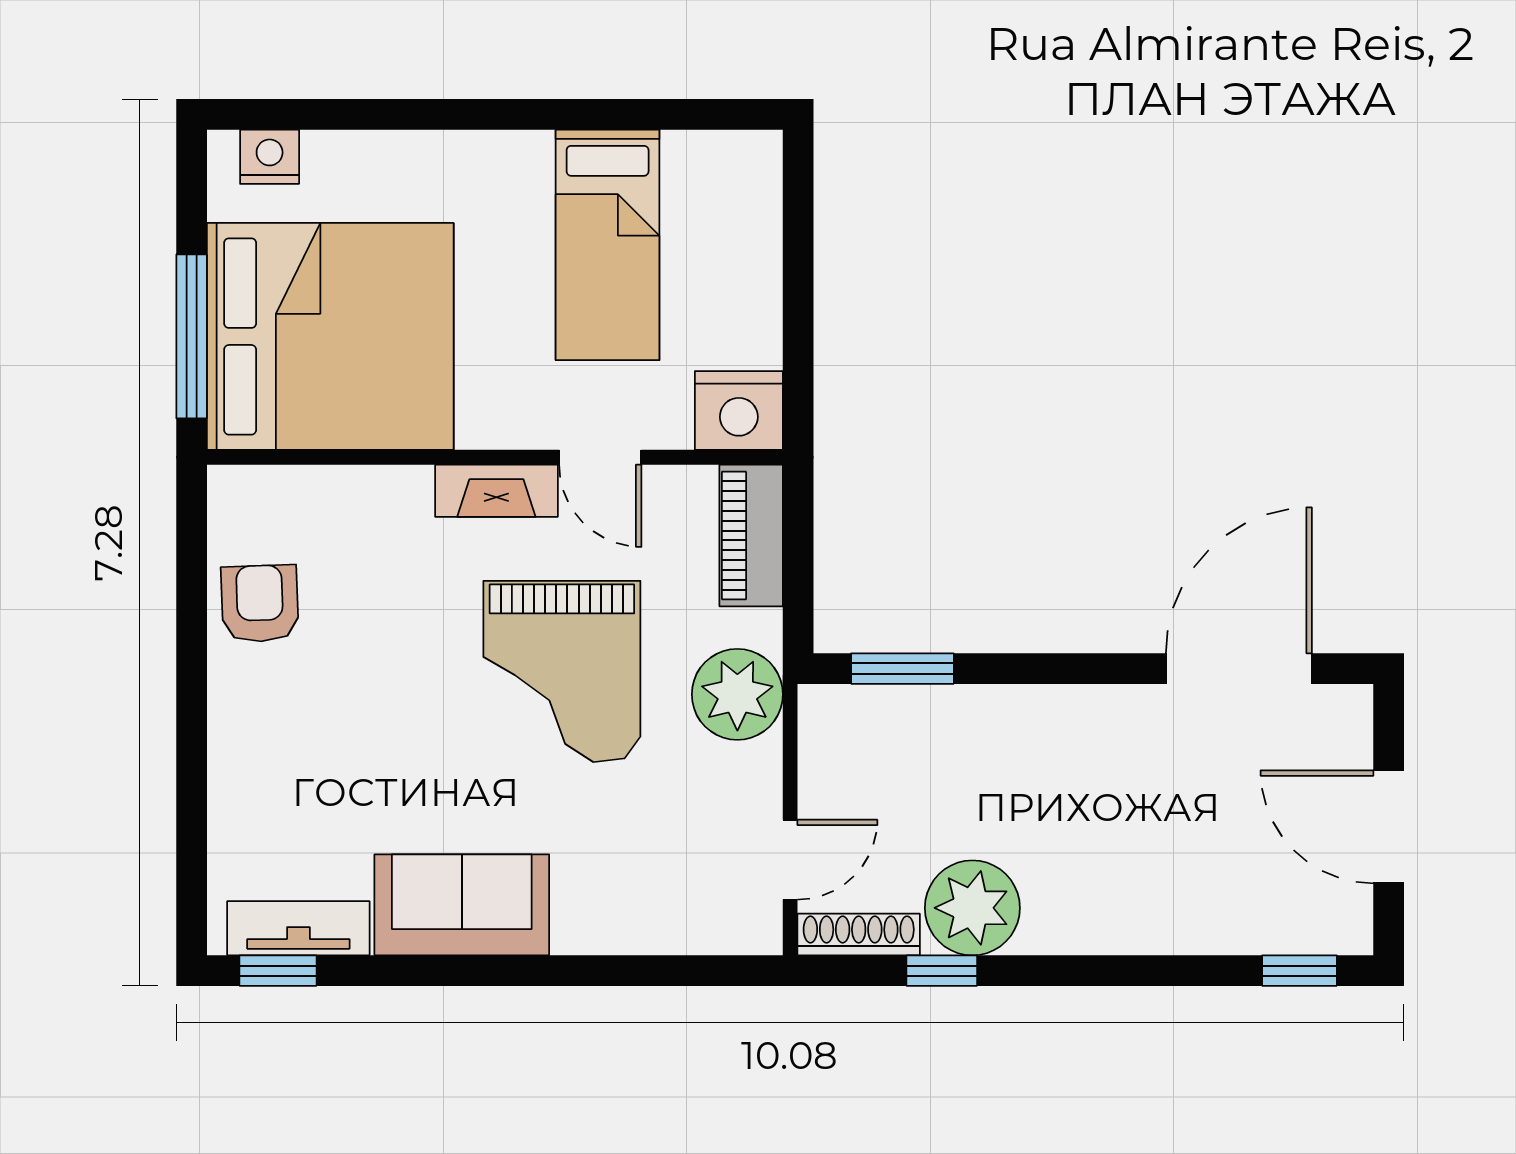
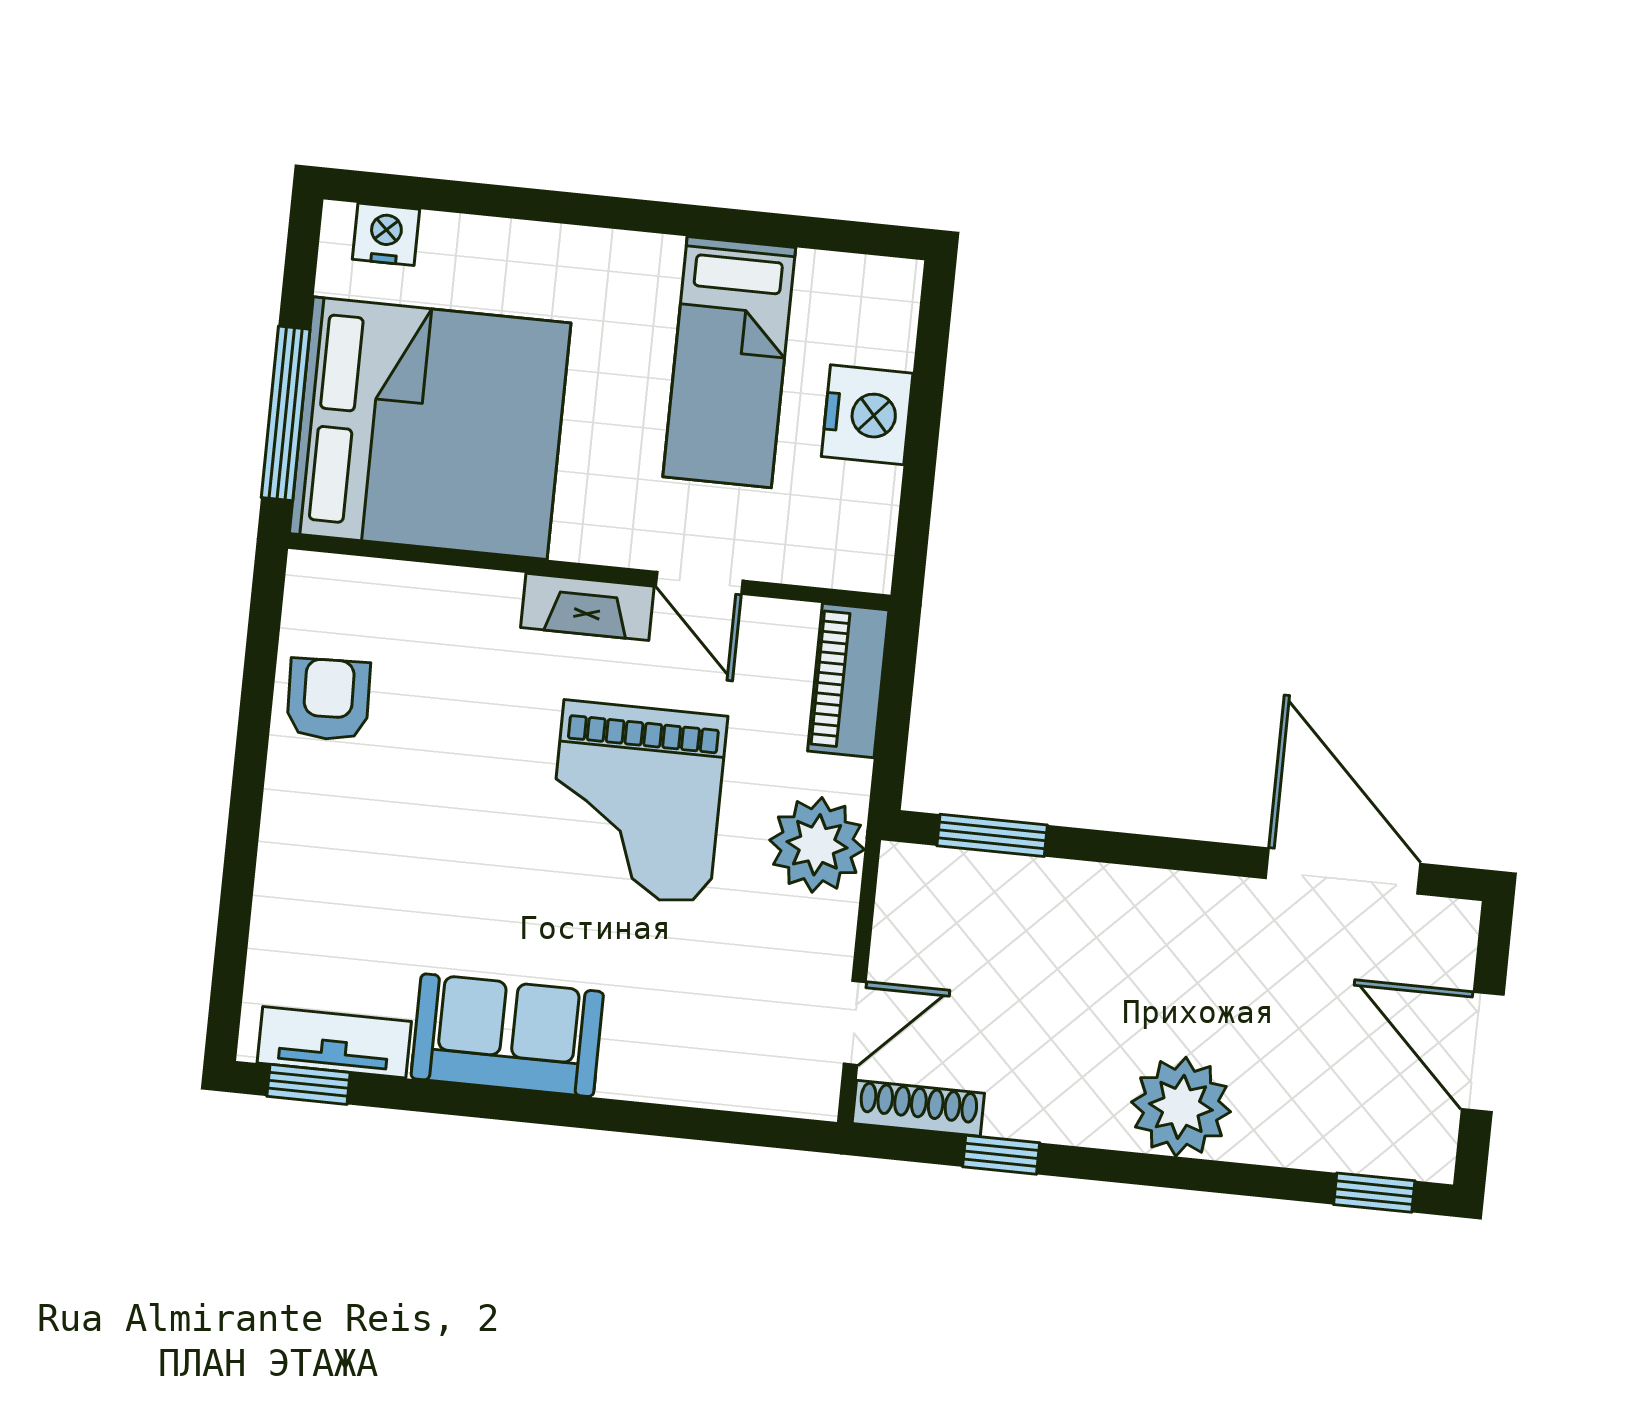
nightstand: (739, 410) -> (867, 415), moved, turned -90
door: (1239, 669) -> (1343, 871), hinge flipped
plant: (972, 908) -> (1181, 1107), moved

